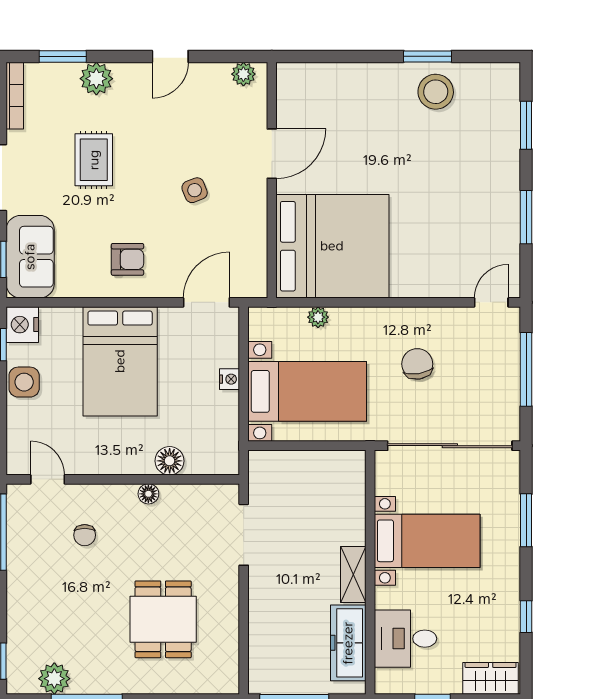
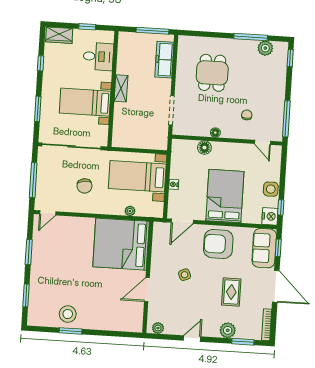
armchair: (127, 259) -> (218, 244), width x1.88, depth x1.88
freezer: (348, 643) -> (164, 60), moved, turned 180

